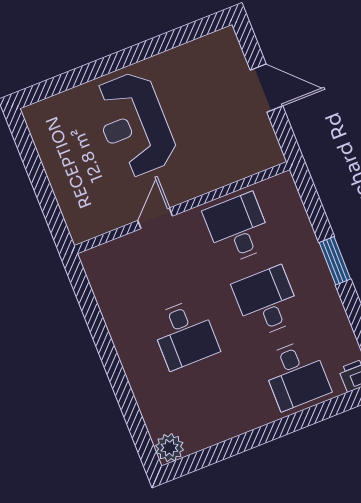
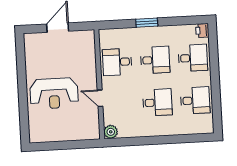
desk: (267, 302) -> (155, 60), turned 180
desk: (214, 407) -> (195, 100), added
plant: (170, 448) -> (111, 132), moved

